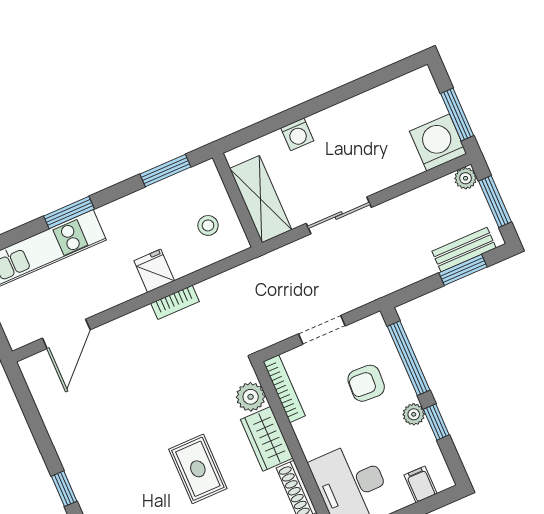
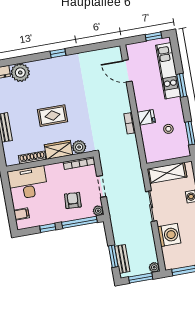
washing machine: (438, 143) -> (169, 235), moved
stool: (208, 225) -> (168, 129), moved
plant: (414, 414) -> (98, 211), moved

